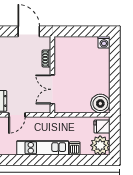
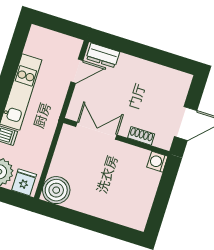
washing machine: (104, 42) -> (157, 162), moved
door: (17, 115) -> (77, 71), swing flipped

